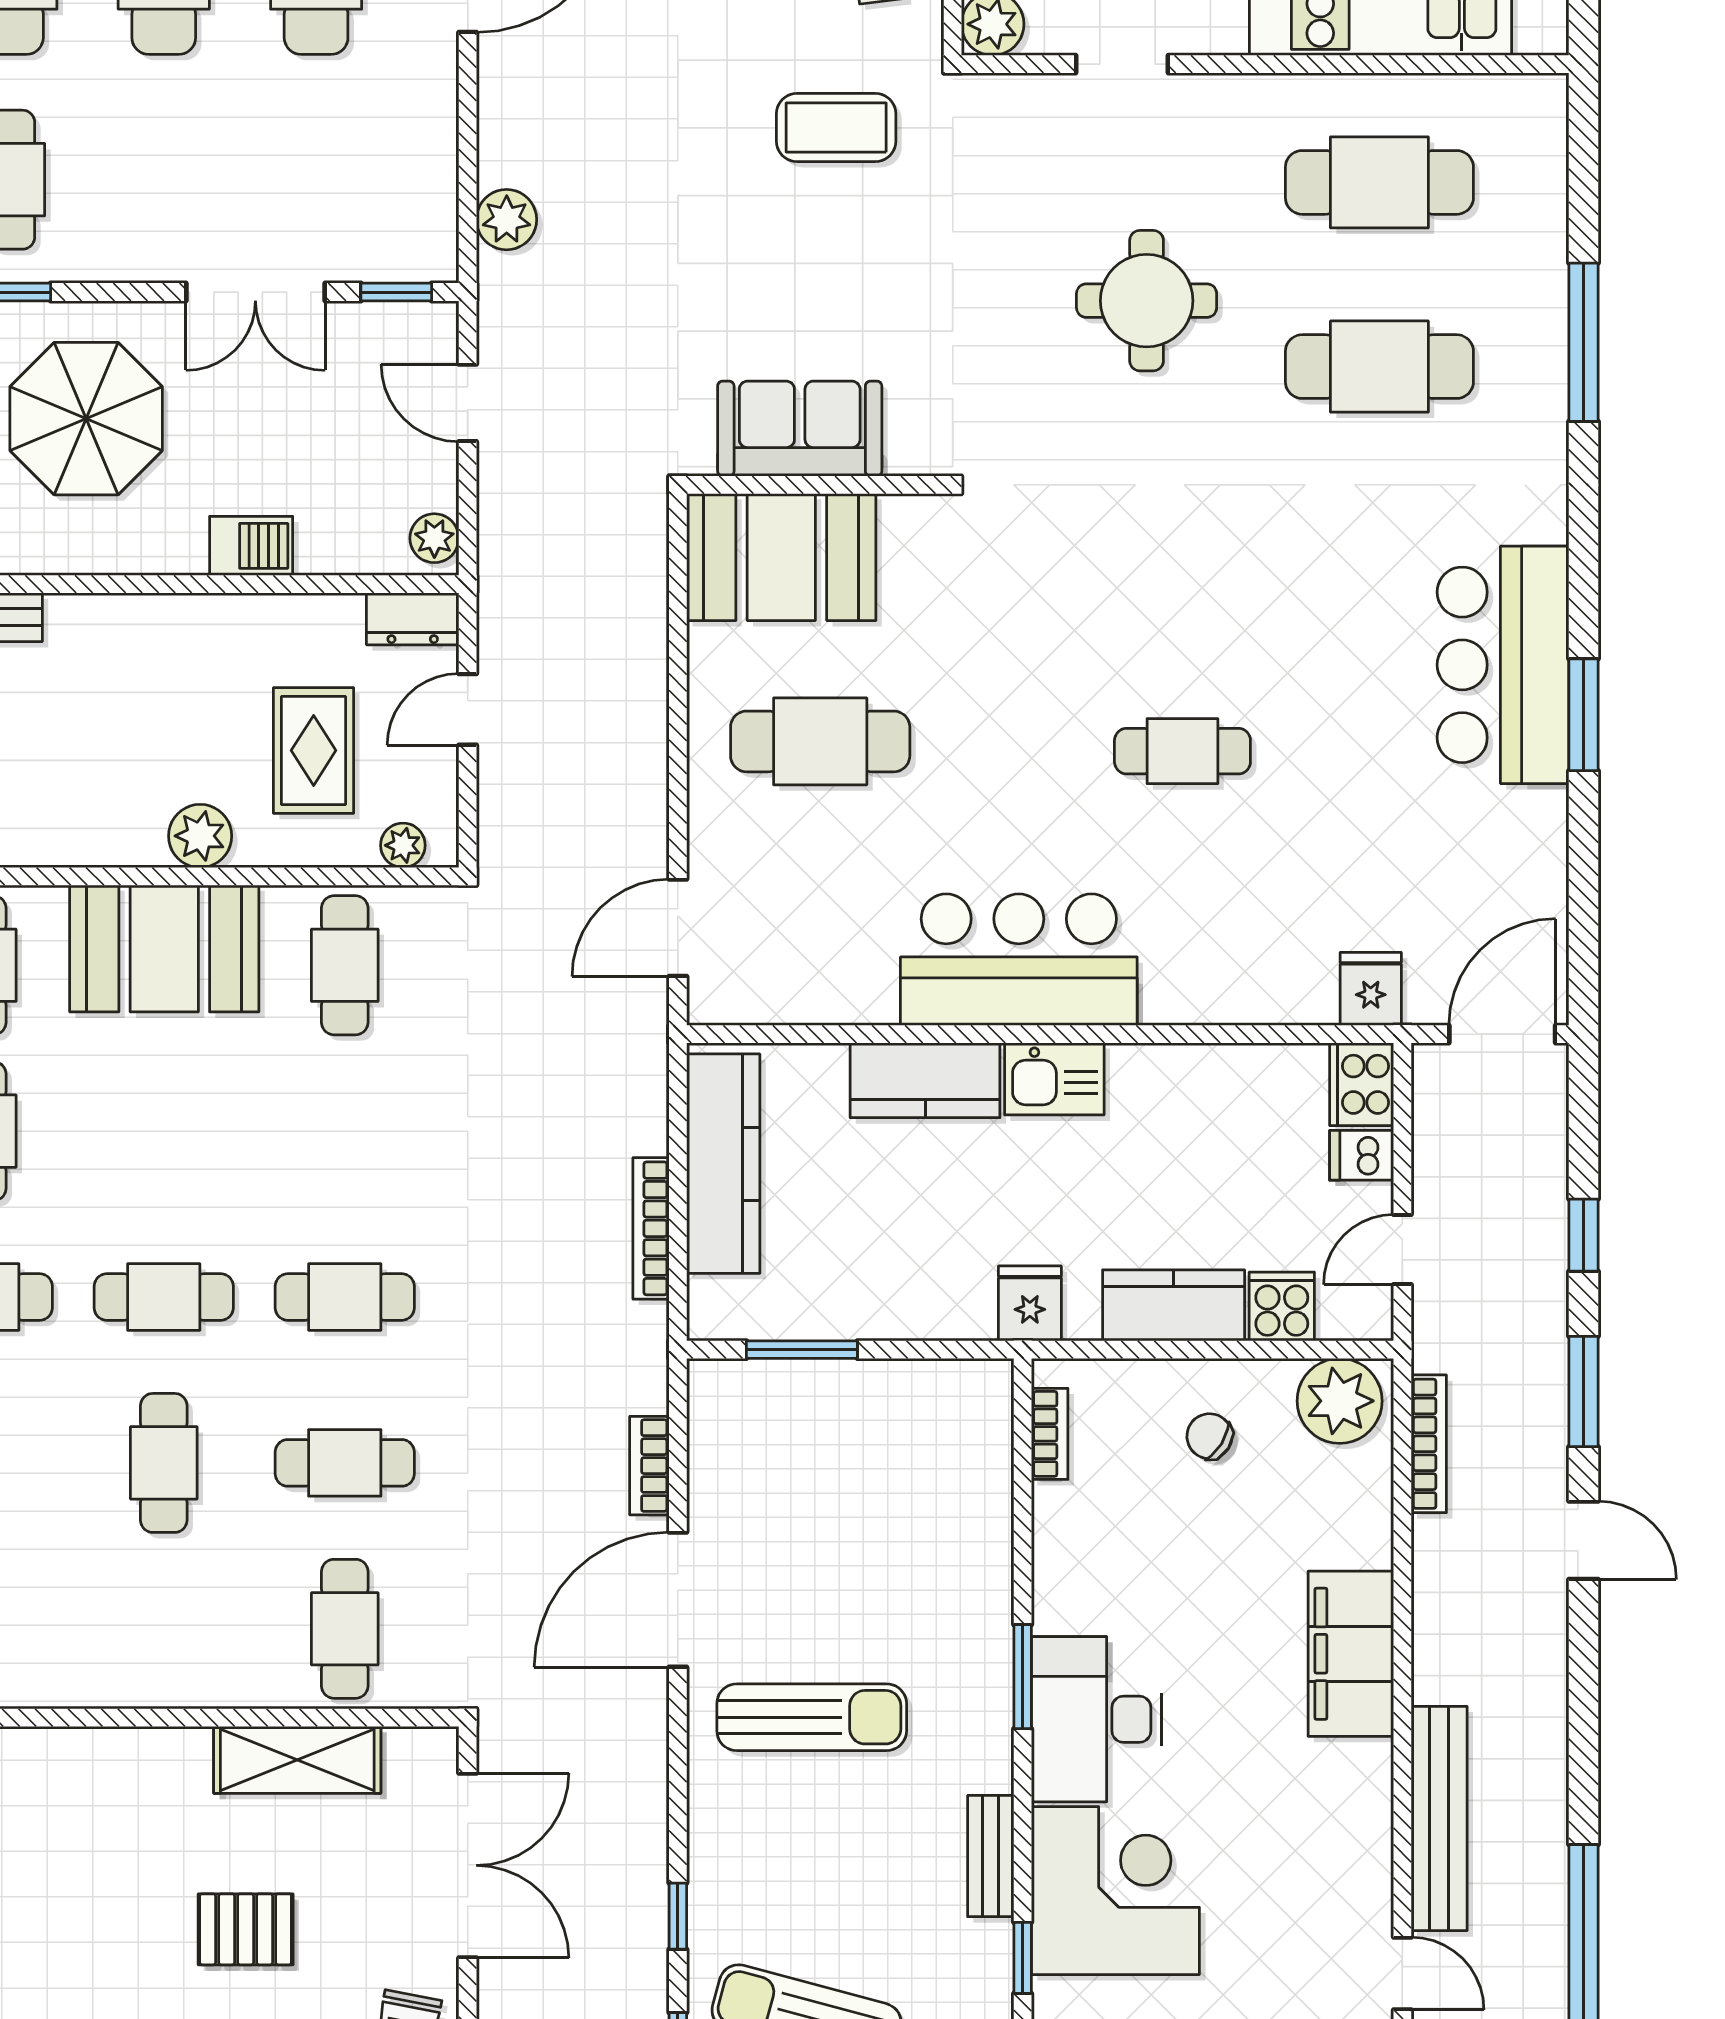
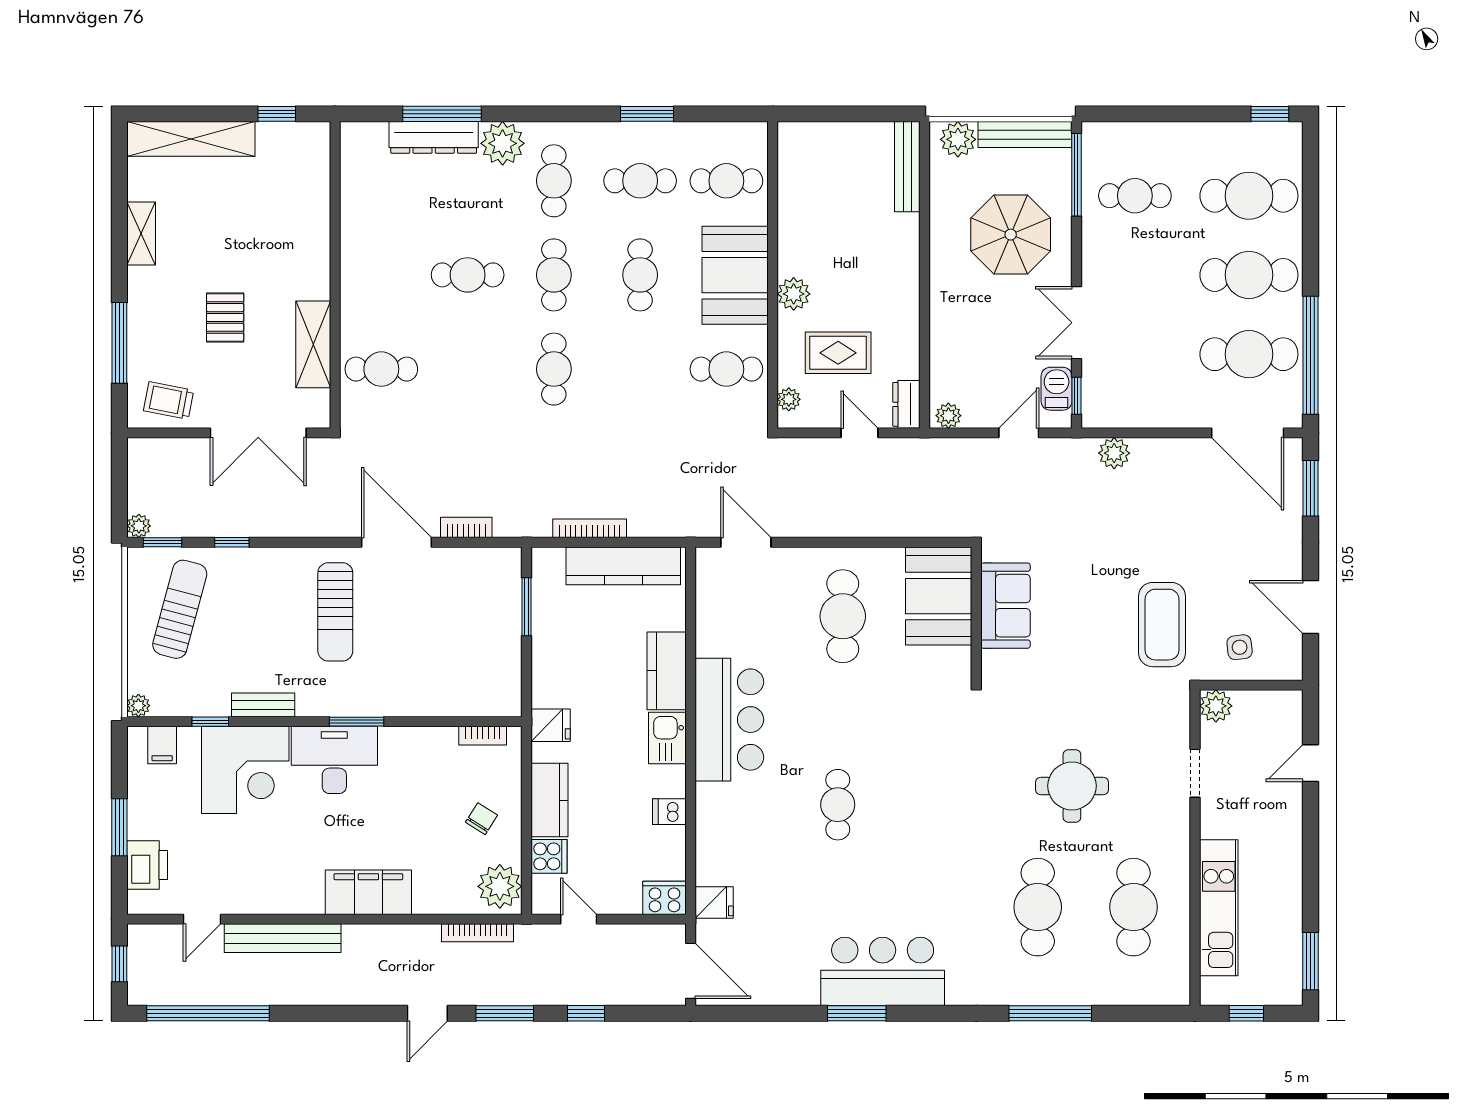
coffee table: (836, 128) -> (1162, 625), width x1.36, depth x1.32
barbecue: (251, 546) -> (1057, 389), moved, turned 180
dishwasher: (1362, 1155) -> (669, 812), moved, turned -90
cafe table: (345, 1463) -> (640, 275), moved

